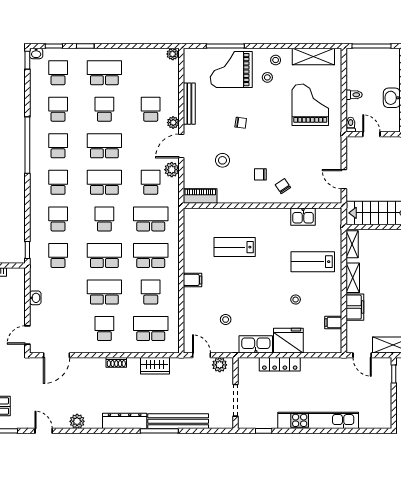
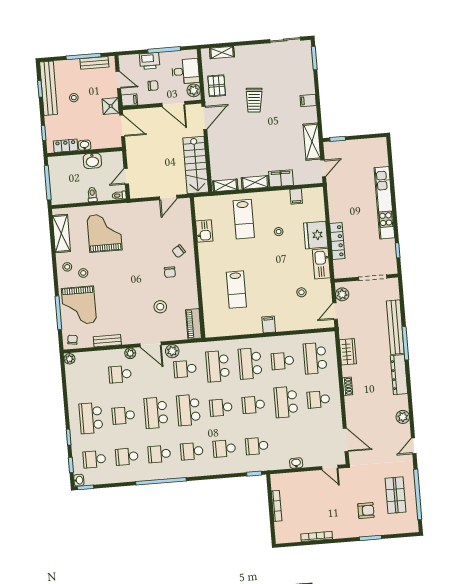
bench: (189, 104) -> (107, 341), width x0.73
grand piano: (310, 105) -> (104, 233), turned 90
chair: (241, 123) -> (73, 340), moved
school desk: (104, 255) -> (253, 405), width x0.54

